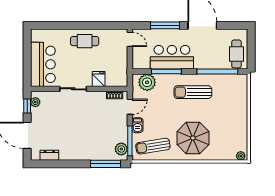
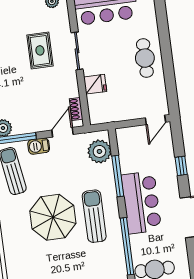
window: (165, 25) -> (181, 166), width x0.46
bar counter: (172, 57) -> (141, 202), moved
door: (130, 107) -> (63, 132), swing flipped
rug: (69, 115) -> (40, 50), added
parasol: (193, 138) -> (53, 217), moved

